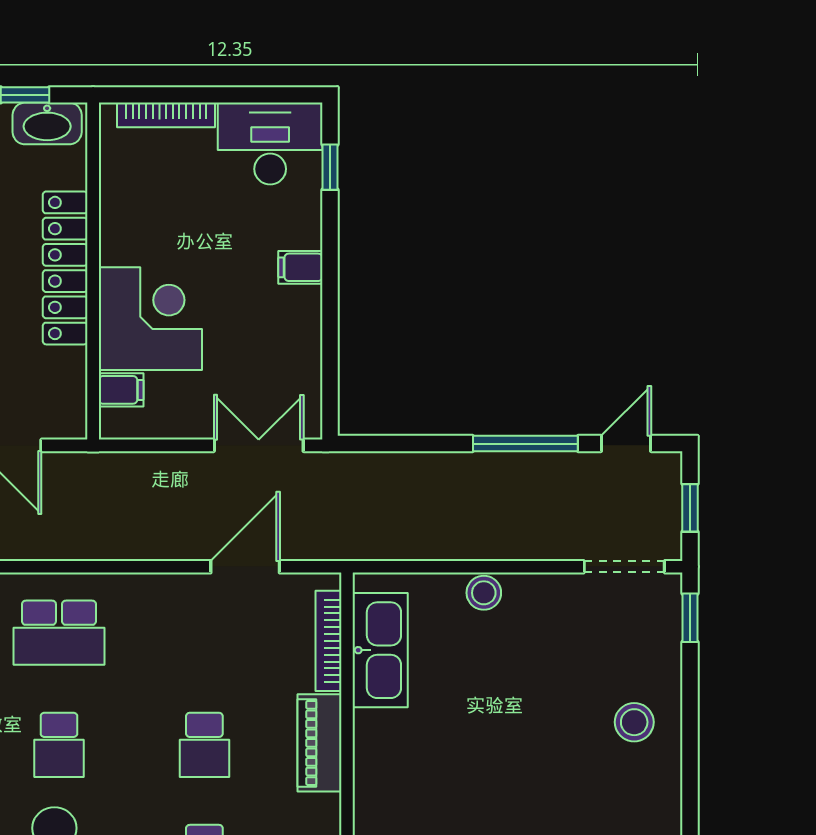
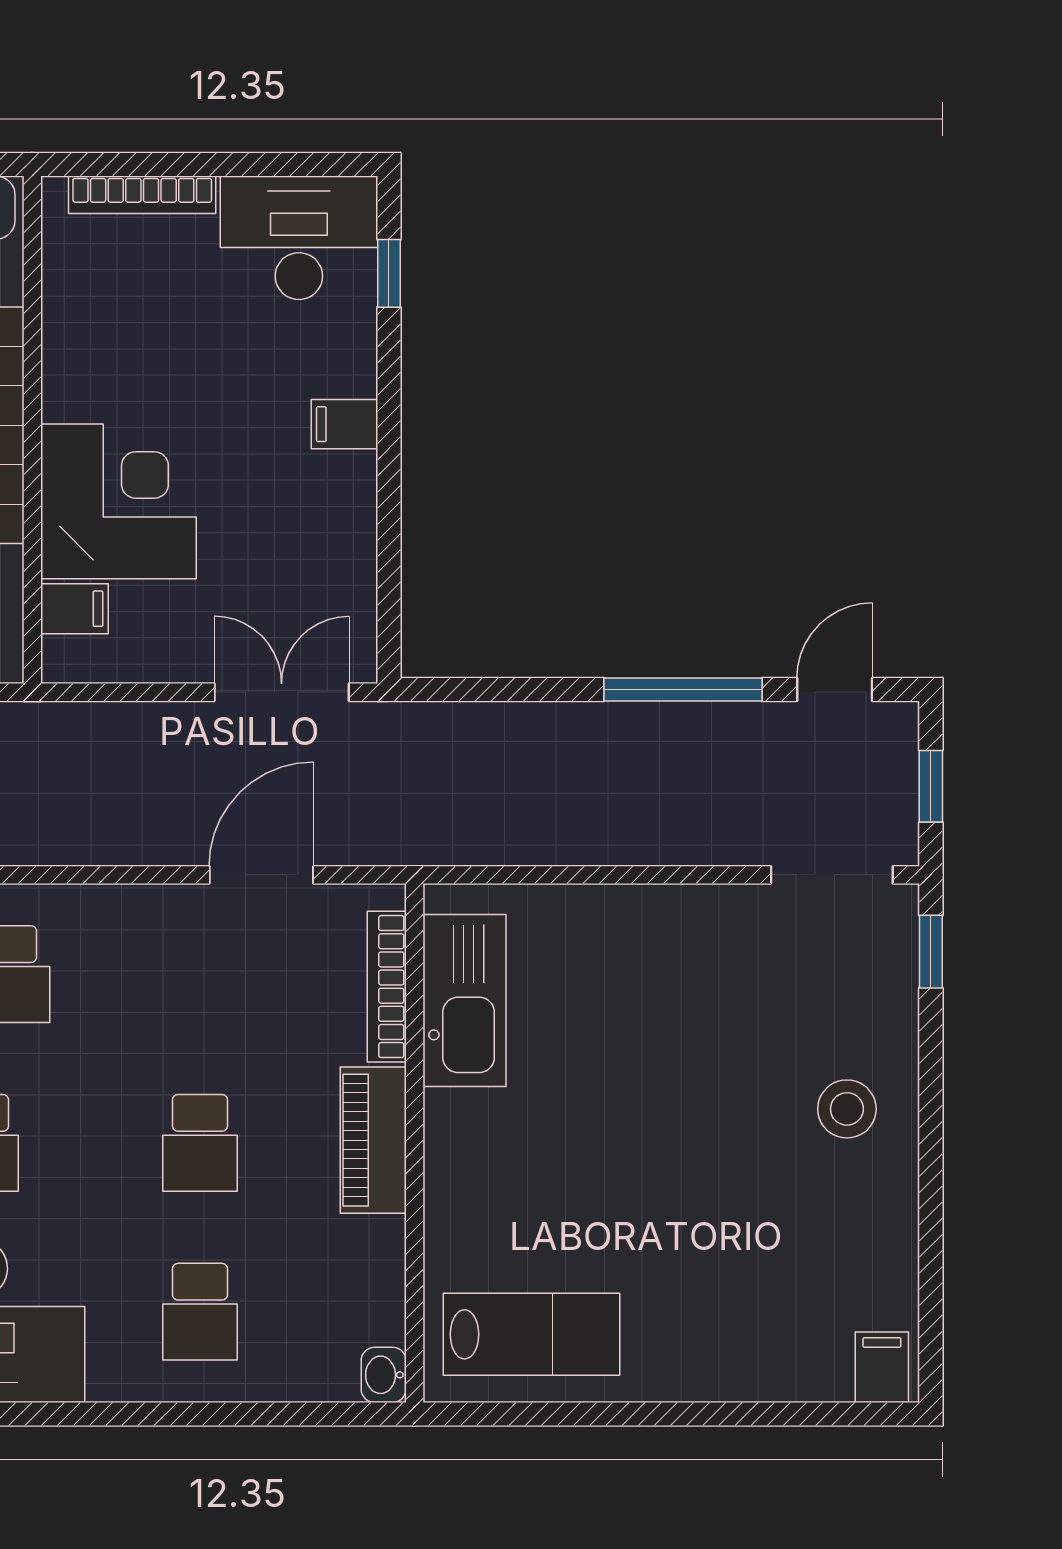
stool: (484, 593) -> (621, 914), removed

